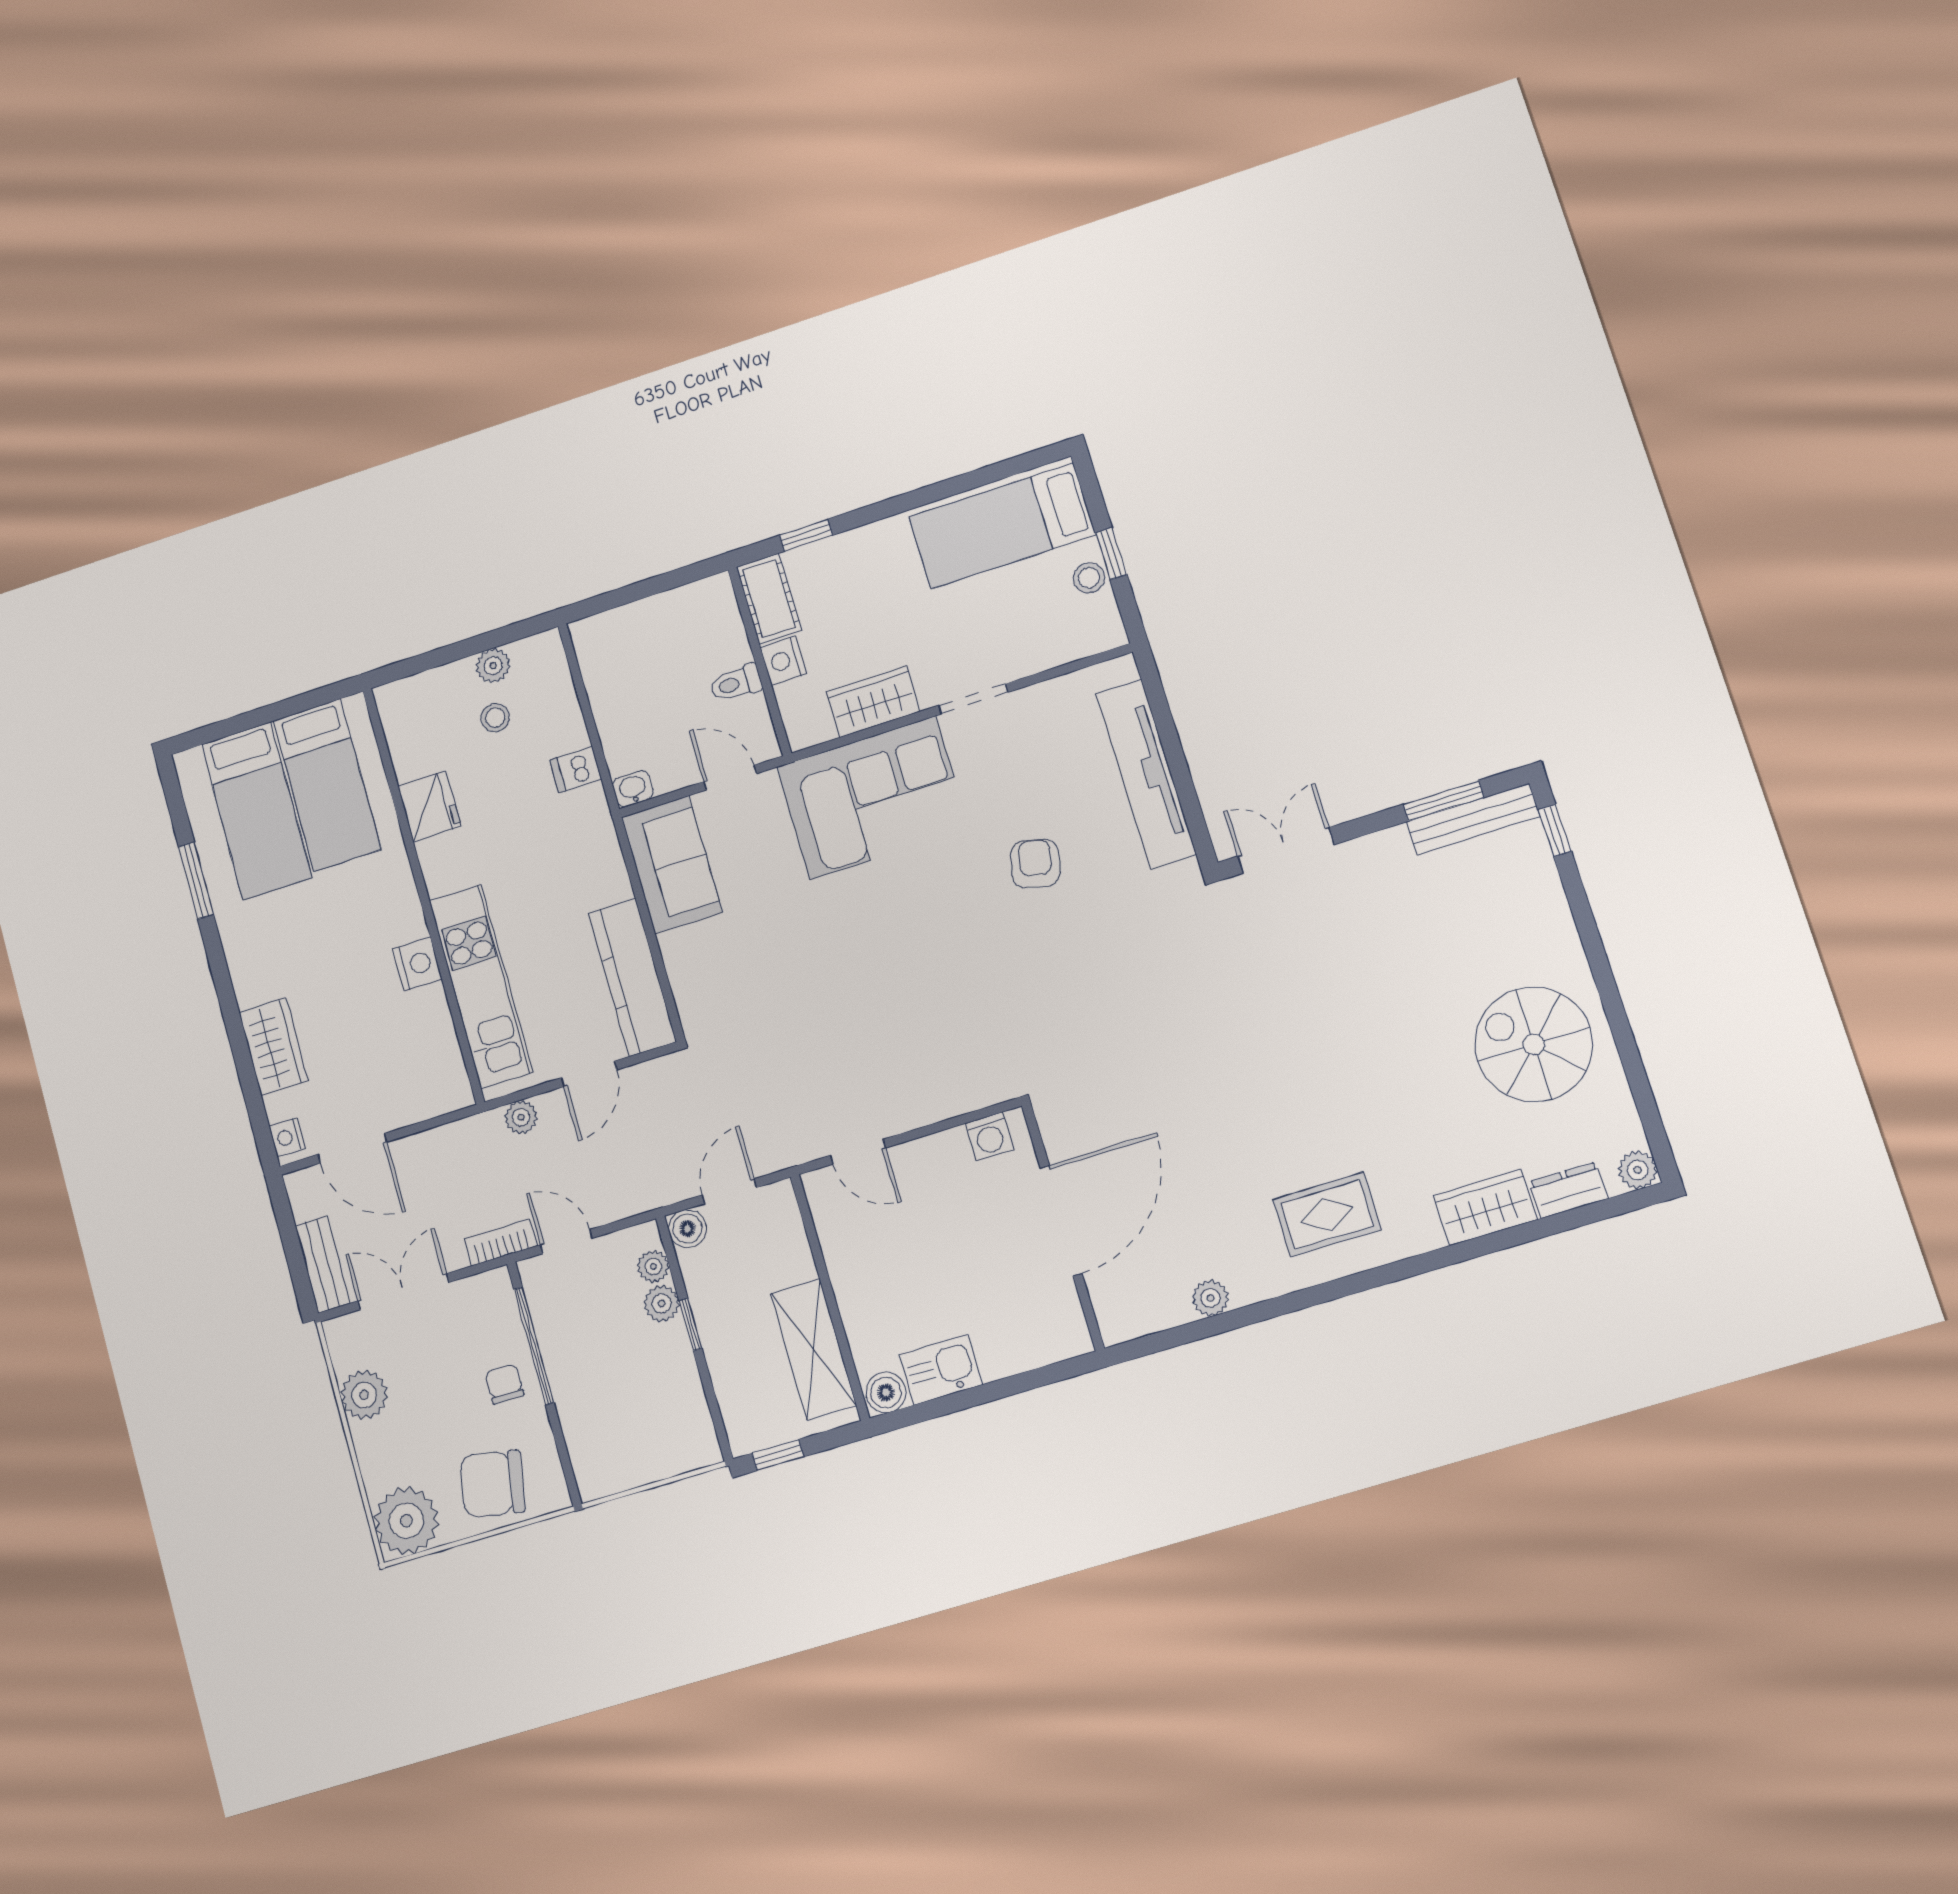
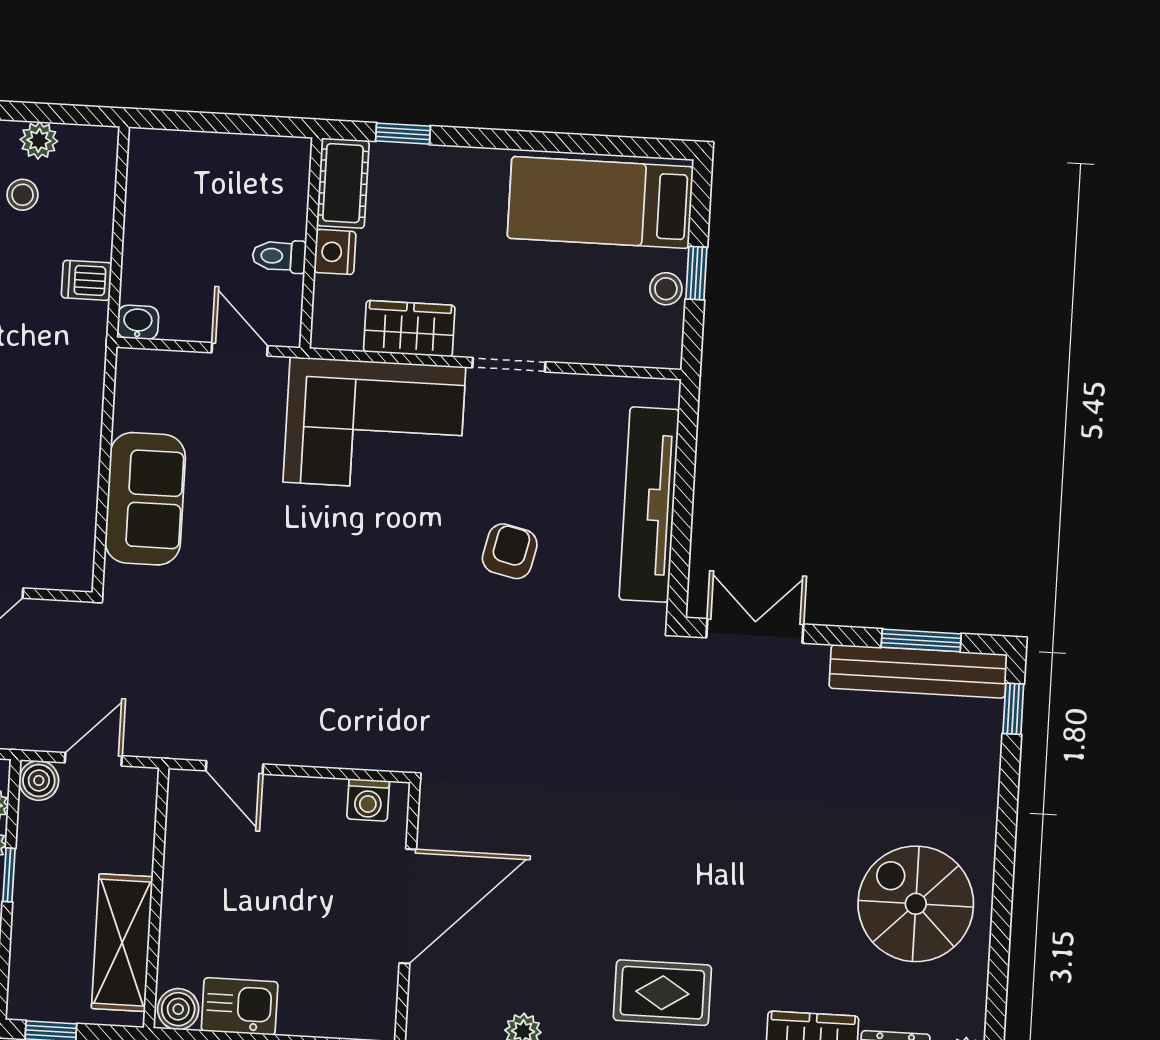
bench: (1473, 819) -> (918, 671), width x1.37, depth x1.21
sofa: (672, 865) -> (145, 499), moved
kitchen counter: (632, 977) -> (71, 511), removed

